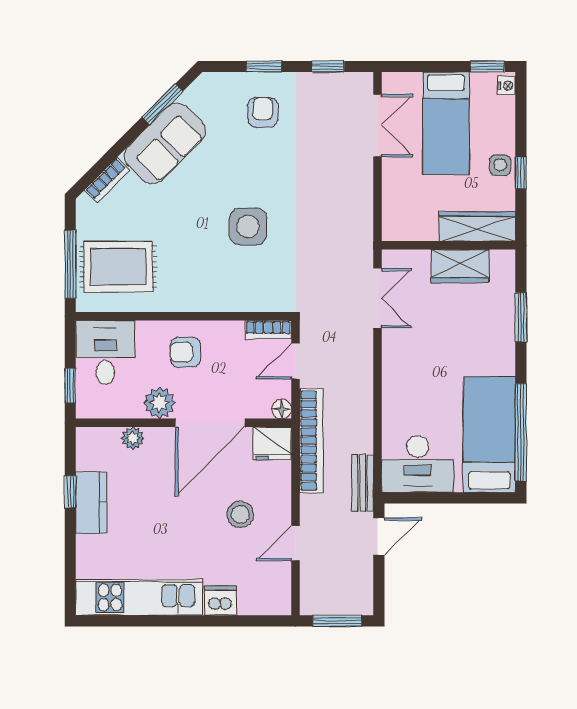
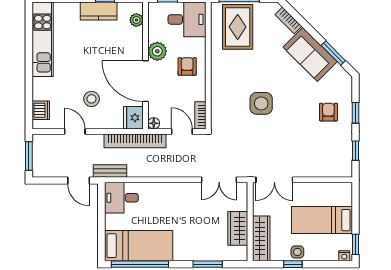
armchair: (263, 112) -> (328, 112), turned -90
double door: (377, 125) -> (274, 180), moved
plant: (133, 438) -> (136, 20), moved
desk: (418, 464) -> (121, 198), width x0.73
dishwasher: (220, 601) -> (41, 110), moved

